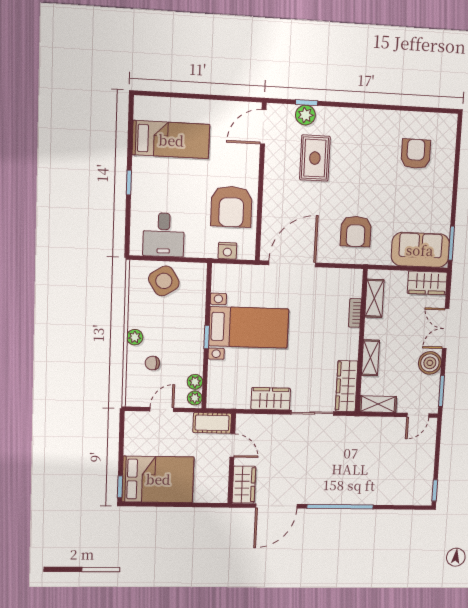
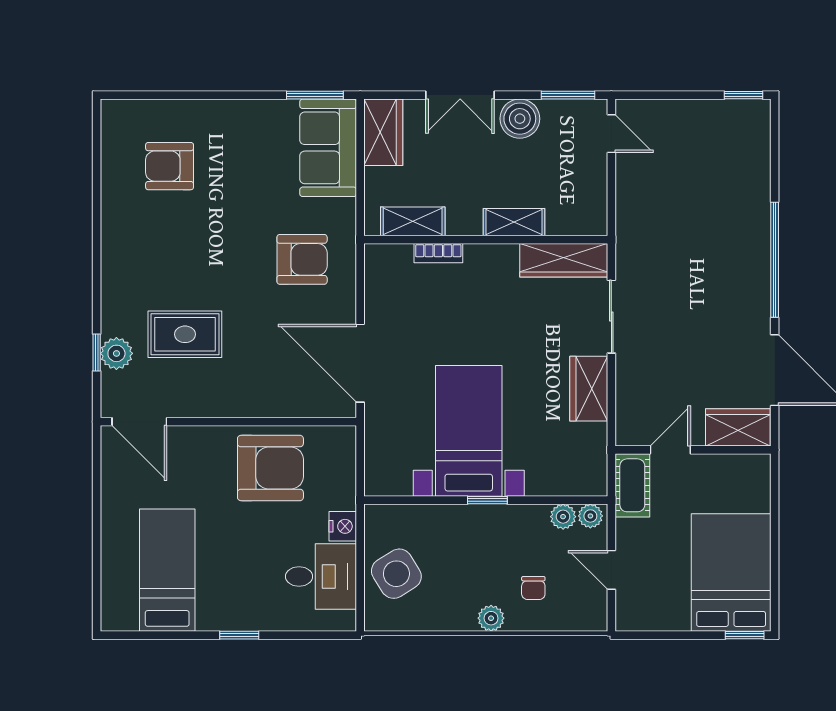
nightstand: (227, 251) -> (343, 526), moved
shelving: (378, 404) -> (593, 204), removed

